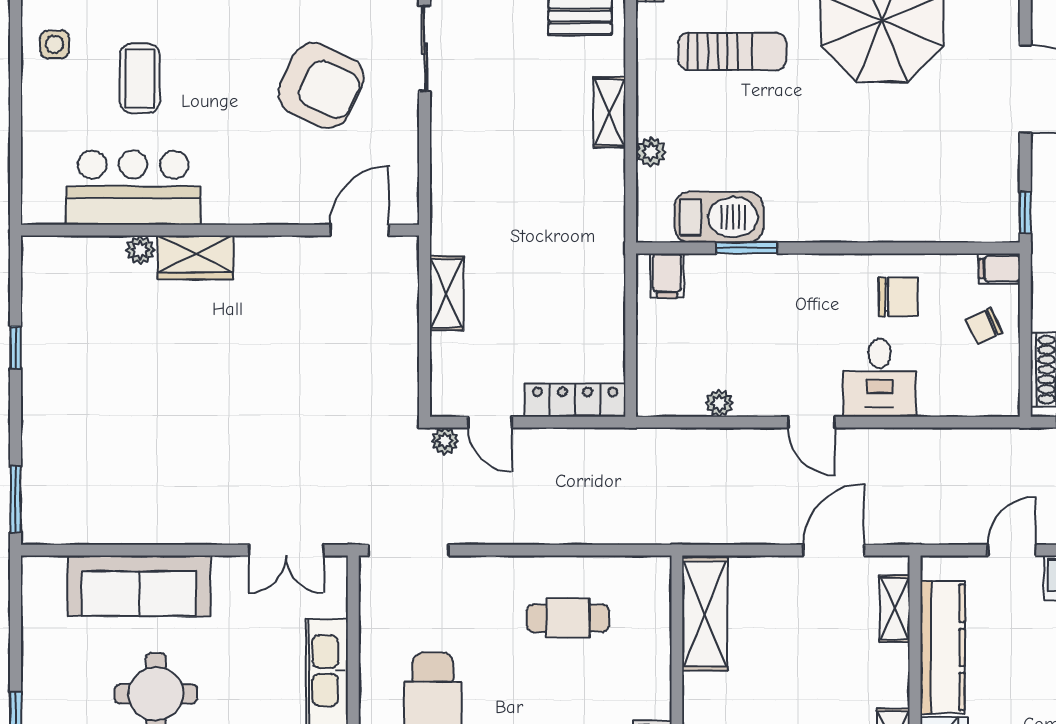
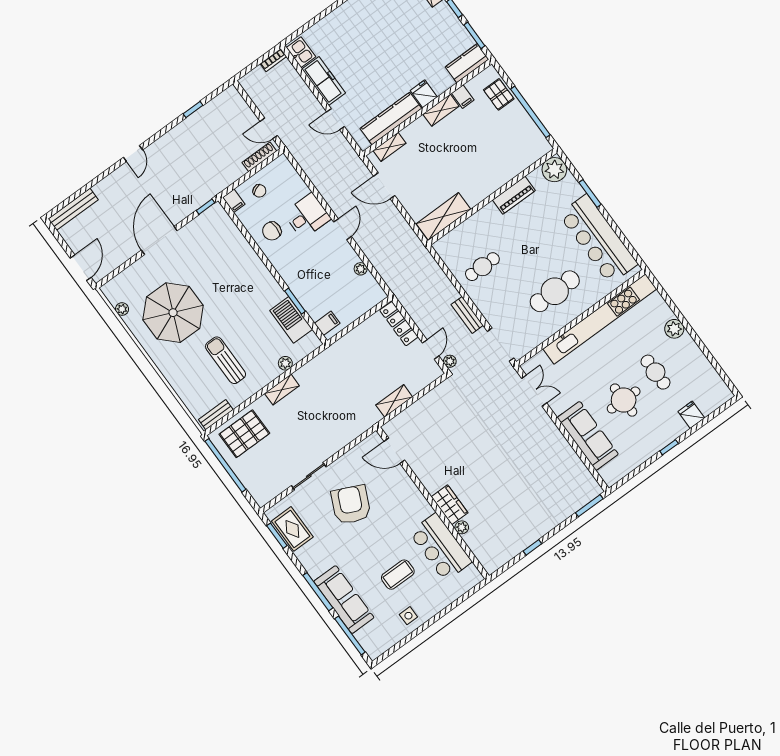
chair: (898, 297) -> (272, 231), turned -90
bench: (503, 530) -> (467, 315), added
cafe table: (568, 618) -> (482, 267), turned 90

